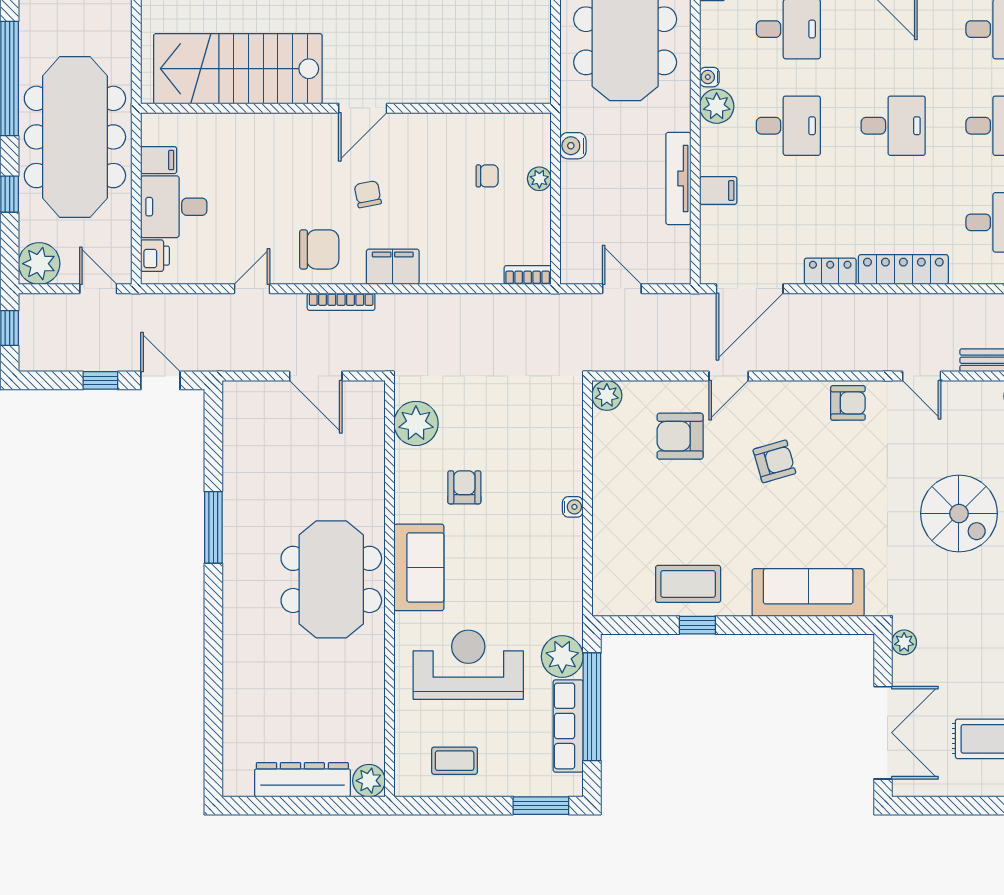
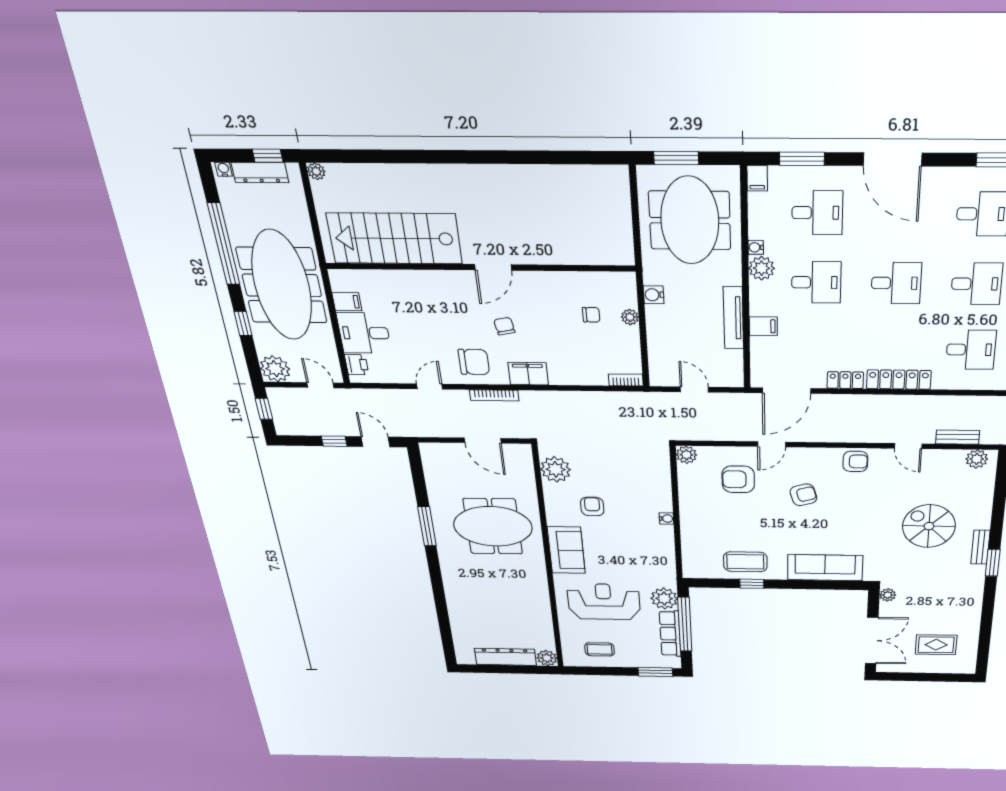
spiral stairs: (959, 514) -> (929, 526), turned 180
meeting table: (331, 579) -> (493, 526), moved, turned 90

